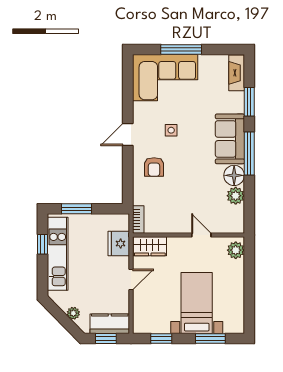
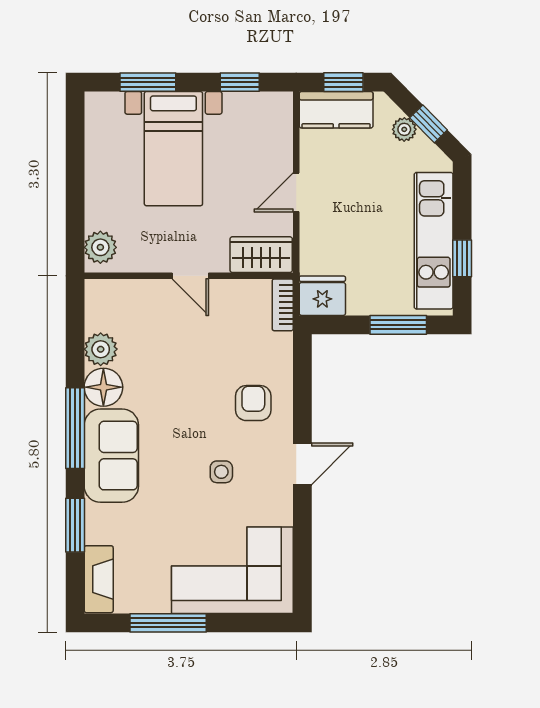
window: (181, 50) -> (168, 623), moved
door: (201, 235) -> (190, 276), moved
fridge: (119, 244) -> (322, 296), moved, turned -90
window: (60, 316) -> (429, 124), added

